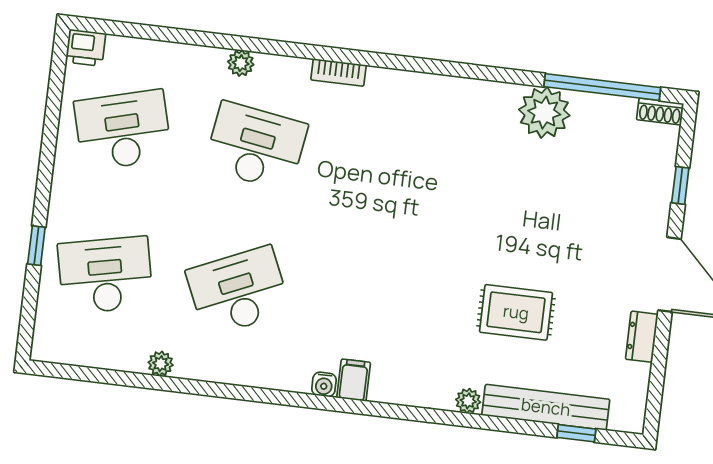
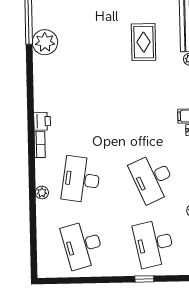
printer: (86, 48) -> (42, 121), moved

